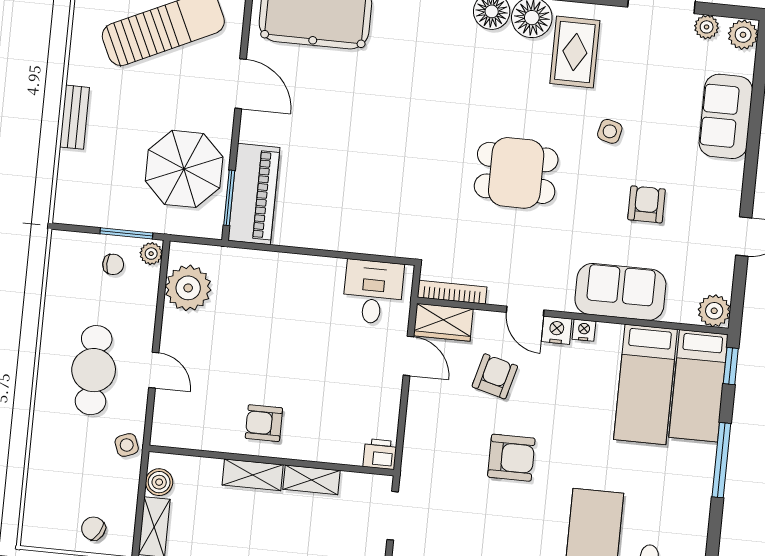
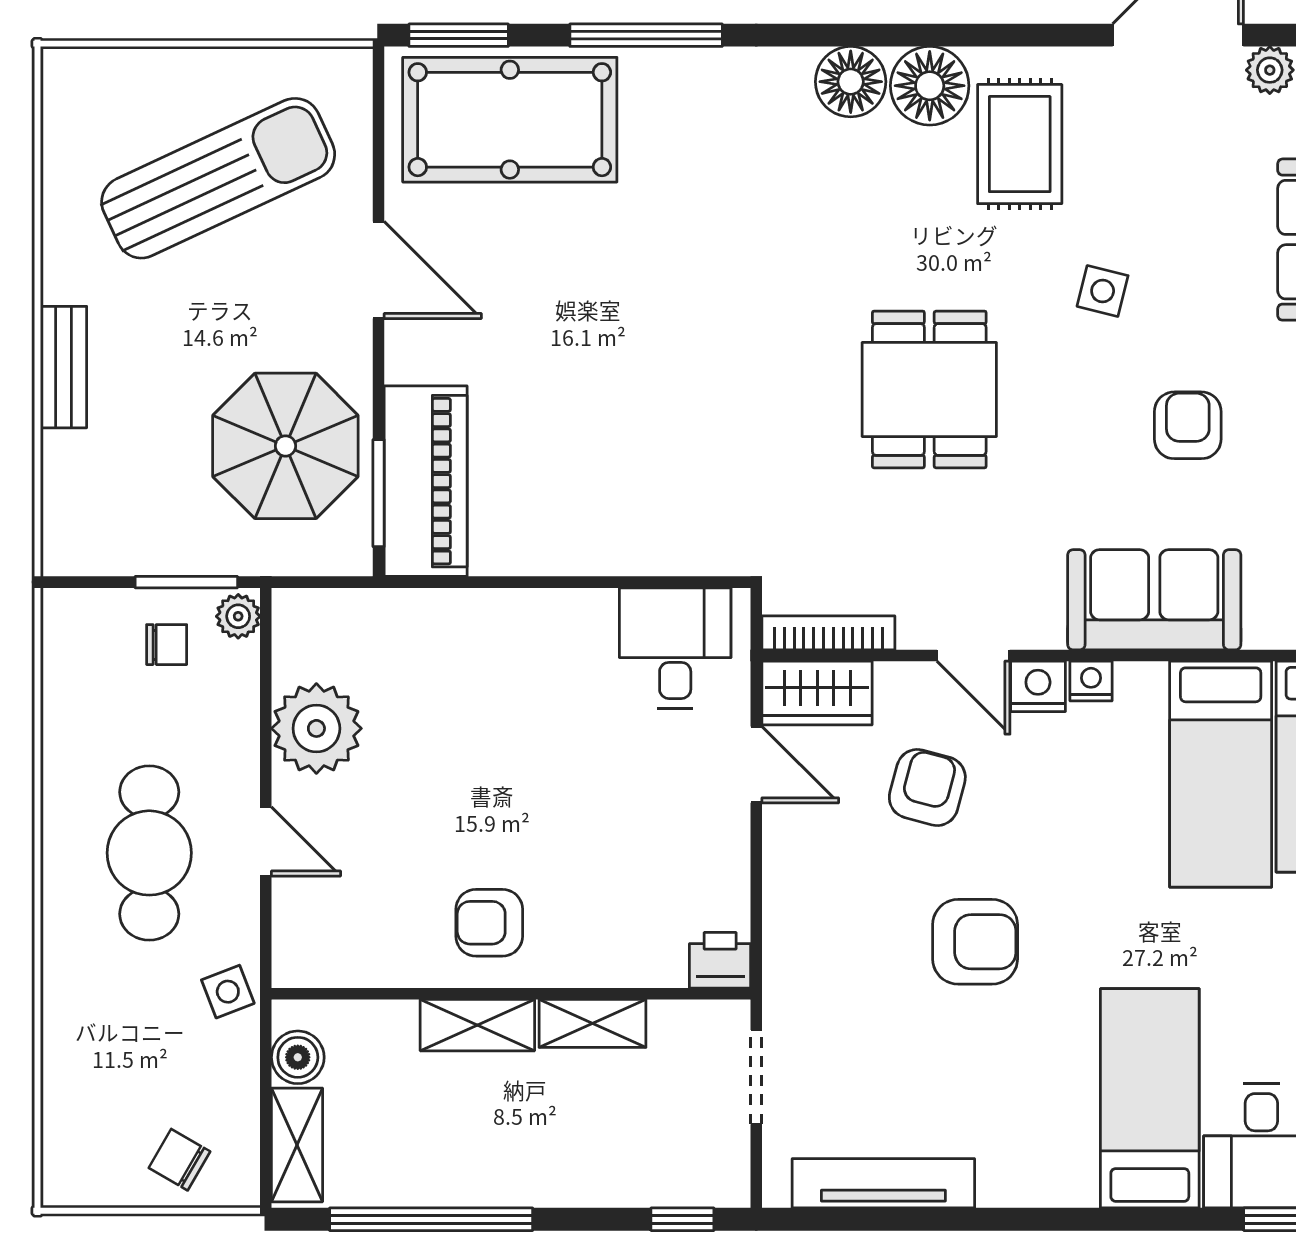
dining table: (516, 173) -> (929, 389), turned 90
plant: (188, 288) -> (316, 728), moved

